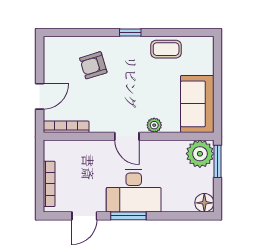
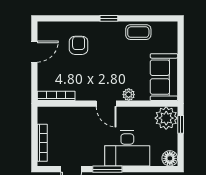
armchair: (93, 65) -> (79, 45), turned 107
door: (40, 96) -> (34, 52), moved
window: (217, 161) -> (181, 124), width x0.67
desk: (134, 191) -> (127, 148), moved

